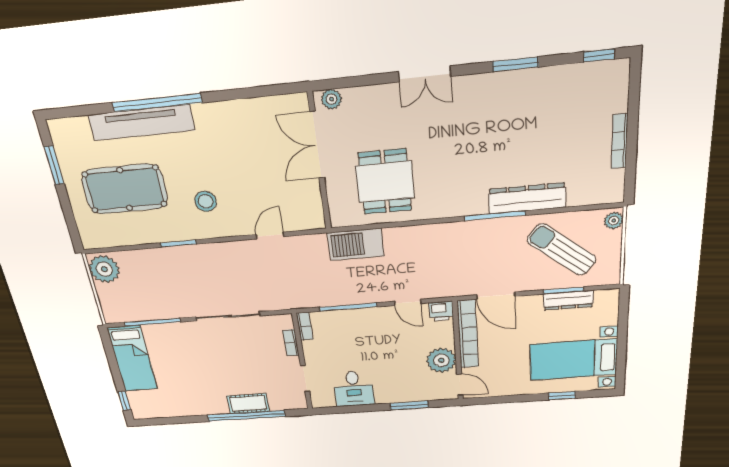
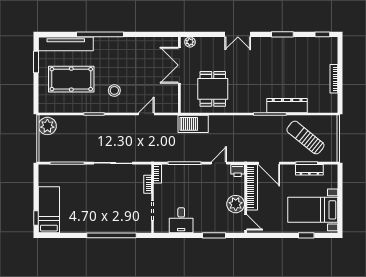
tv unit: (142, 123) -> (66, 44), moved
plant: (614, 221) -> (333, 123), removed
door: (408, 302) -> (219, 163), swing flipped
bed: (132, 359) -> (49, 210), moved, turned 180
cot: (248, 403) -> (114, 226), removed

